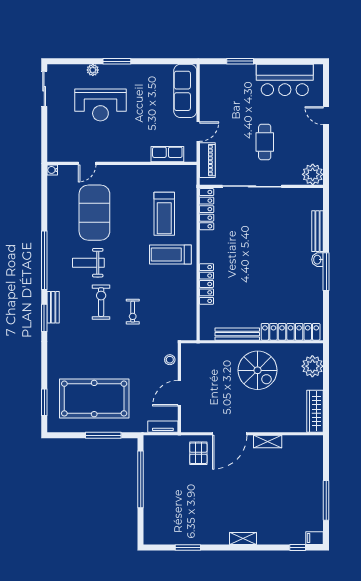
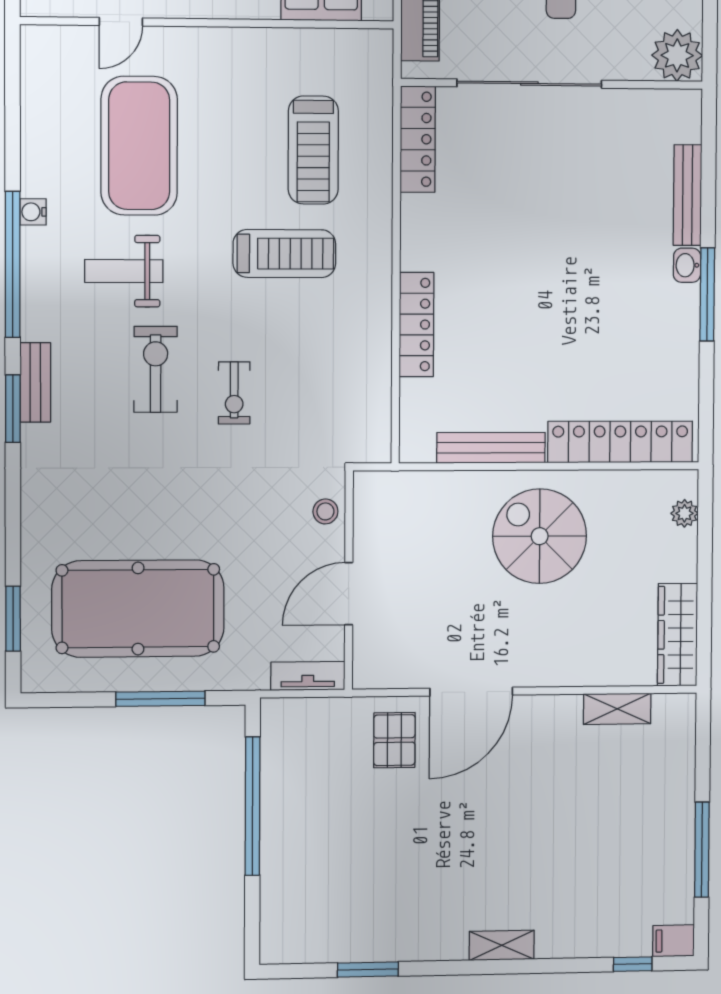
water cooler: (52, 170) -> (33, 212), moved
treadmill: (170, 254) -> (284, 254), moved, turned 180
plant: (312, 366) -> (684, 513), width x0.53, depth x0.53
spiral stairs: (258, 370) -> (540, 536), turned 180
shelving: (268, 442) -> (617, 709), moved

